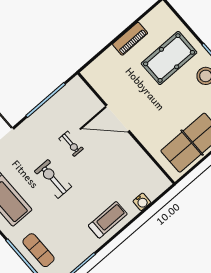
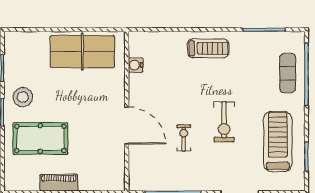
water cooler: (142, 202) -> (136, 65), moved, turned -90
treadmill: (108, 220) -> (208, 48), turned 180

